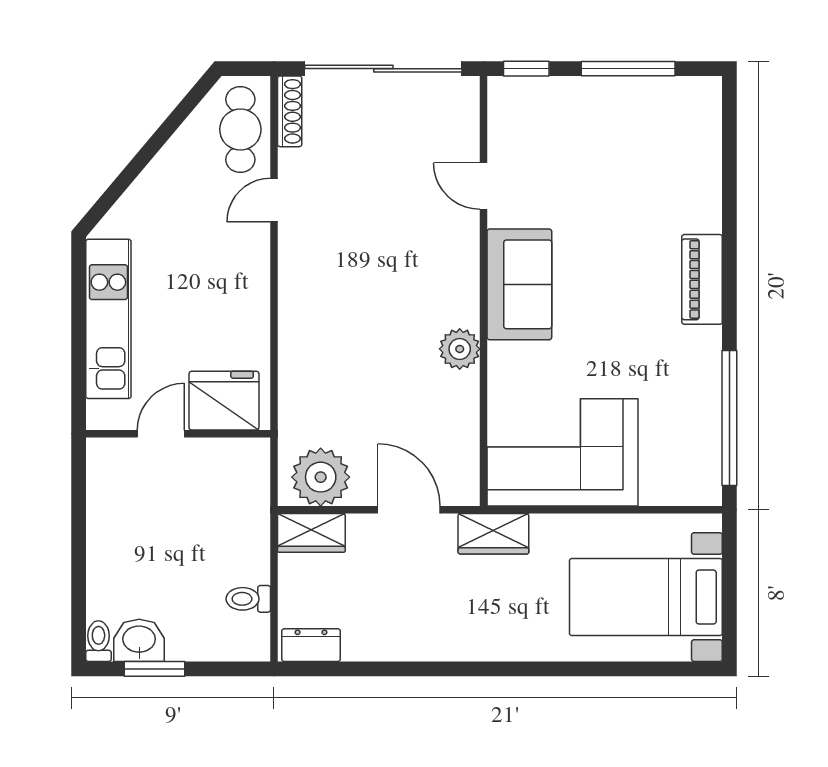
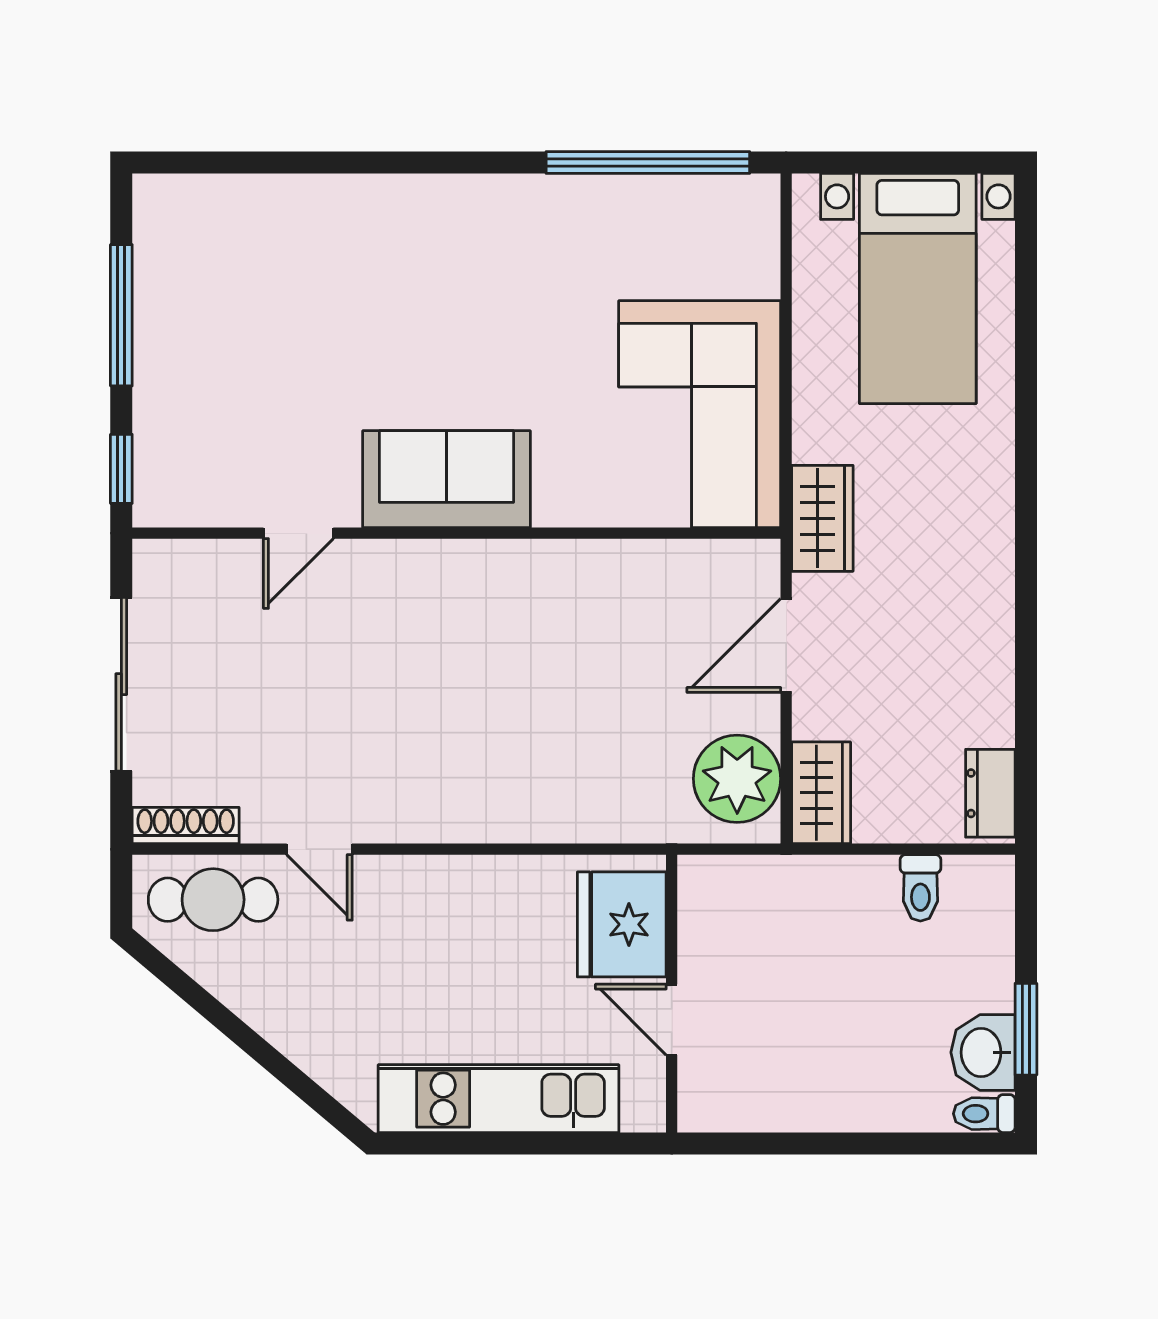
sliding door: (383, 69) -> (121, 684), width x0.73
piano: (702, 279) -> (439, 204), removed
plant: (460, 349) -> (544, 569), removed

